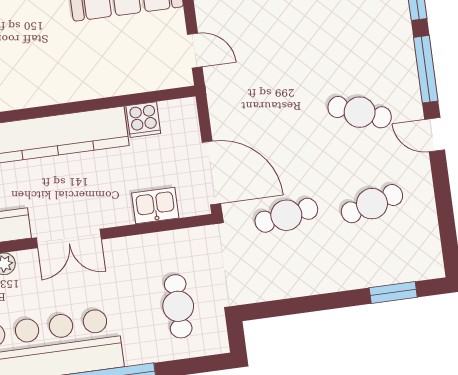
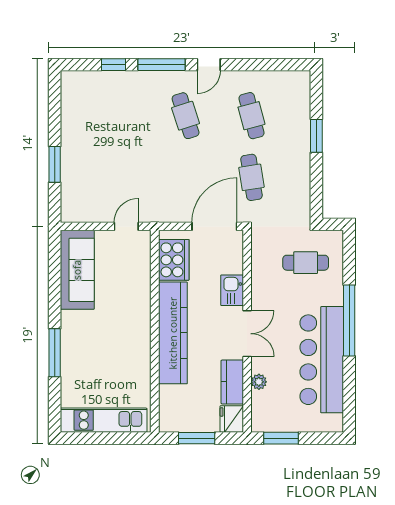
cafe table: (360, 112) -> (186, 116), turned -39
cooker: (143, 120) -> (174, 260), width x1.87, depth x1.31
kitchen sink: (155, 206) -> (232, 290), moved
window: (393, 293) -> (316, 136), moved

